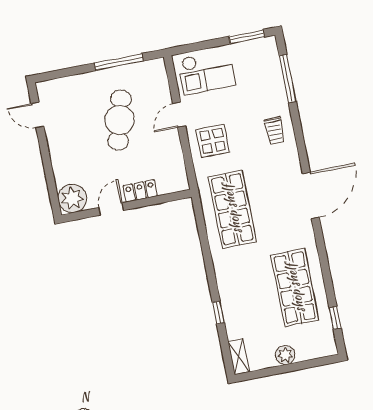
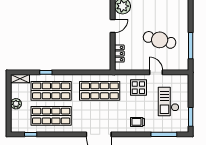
checkout: (207, 72) -> (169, 101), moved
locker: (140, 191) -> (119, 54), moved
door: (111, 209) -> (113, 26), hinge flipped
shop shelf: (250, 297) -> (51, 91), added

